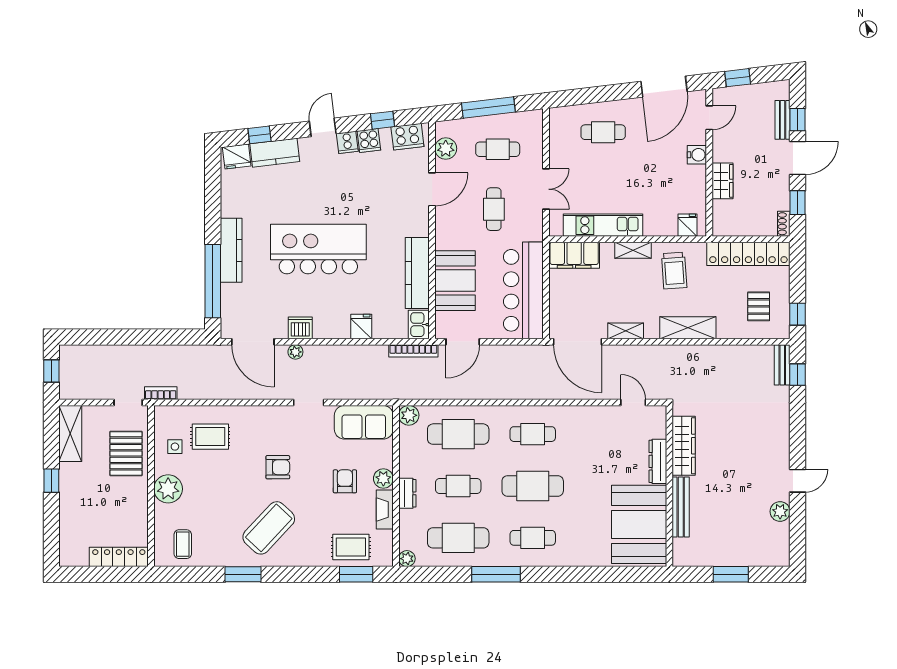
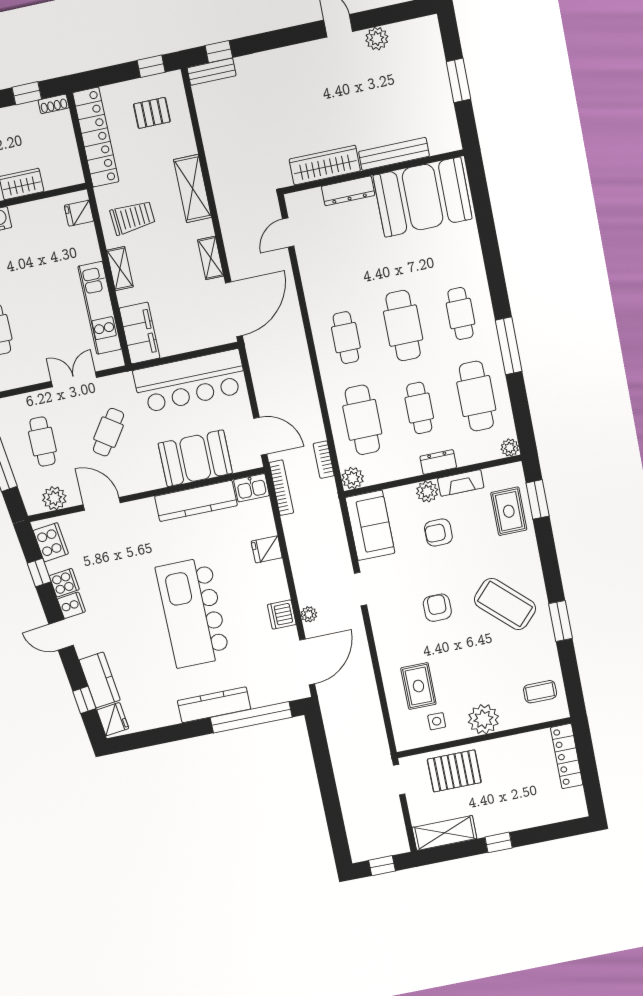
cafe table: (494, 209) -> (108, 432), turned -56
bookcase: (161, 393) -> (324, 460), moved

